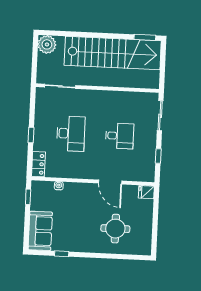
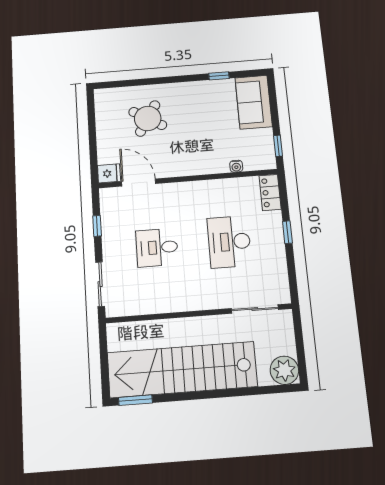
door: (110, 182) -> (139, 183), moved
round table: (115, 229) -> (148, 118), turned 31

